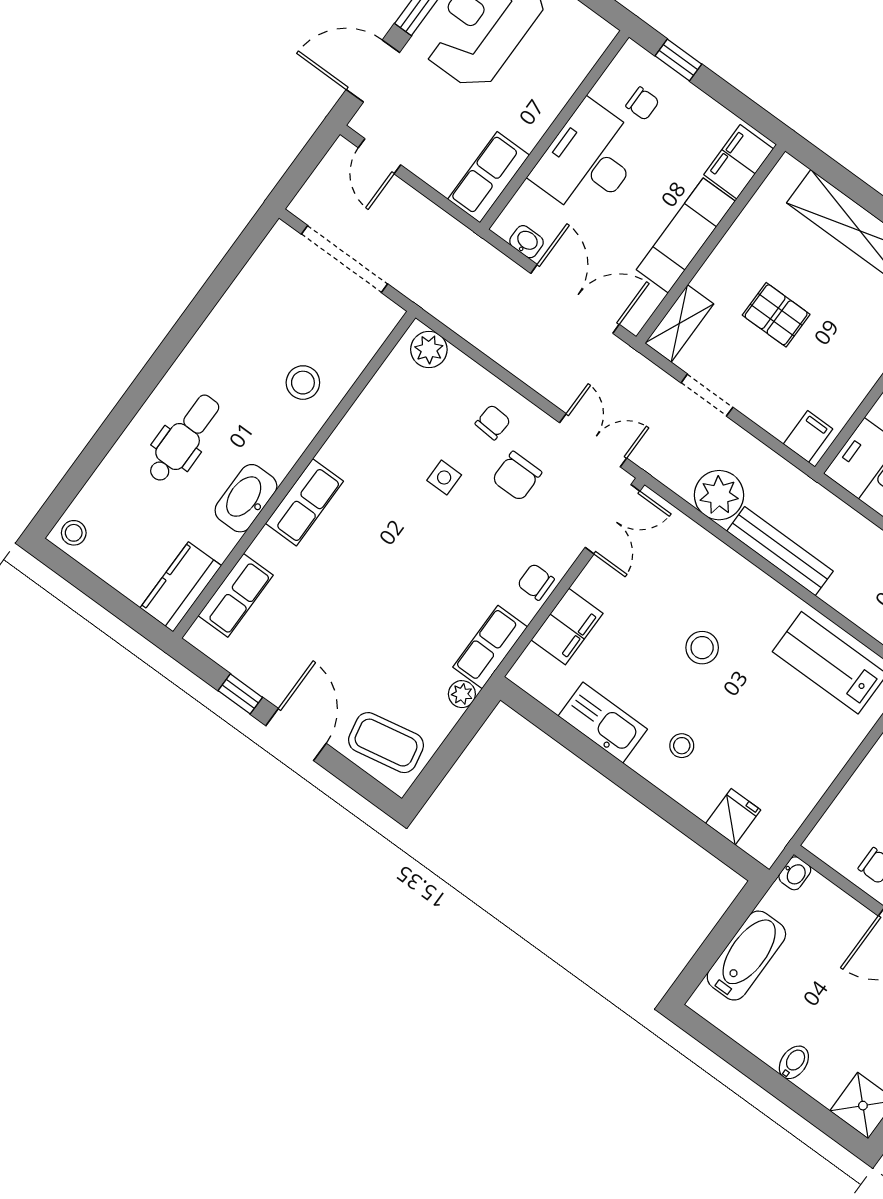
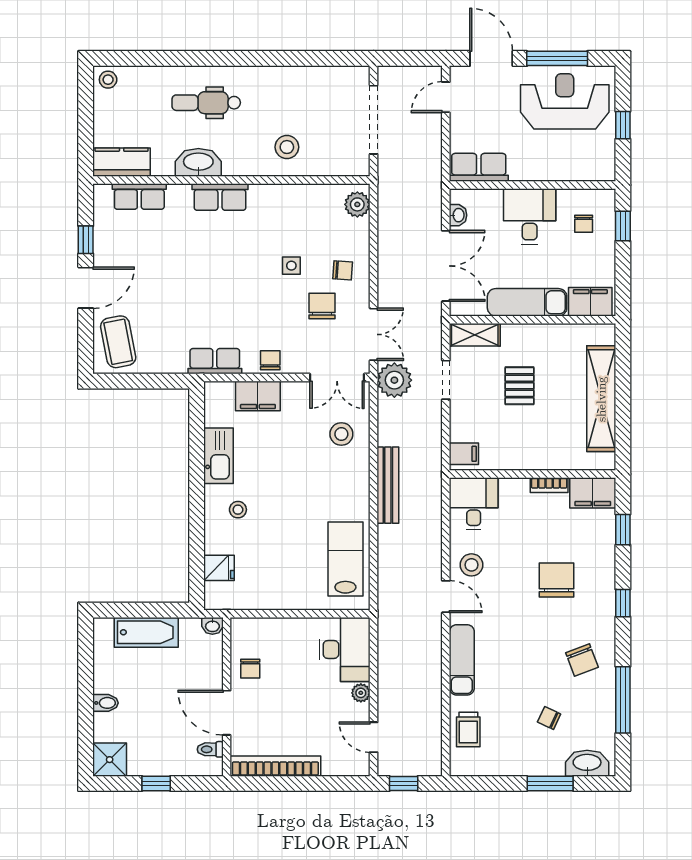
desk: (589, 160) -> (530, 216), width x0.73
dental chair: (183, 439) -> (206, 103), turned 180
chair: (517, 476) -> (322, 306), turned 90
plant: (719, 495) -> (394, 380), moved
stool: (702, 648) -> (341, 434), moved
plant: (462, 694) -> (177, 365), removed

